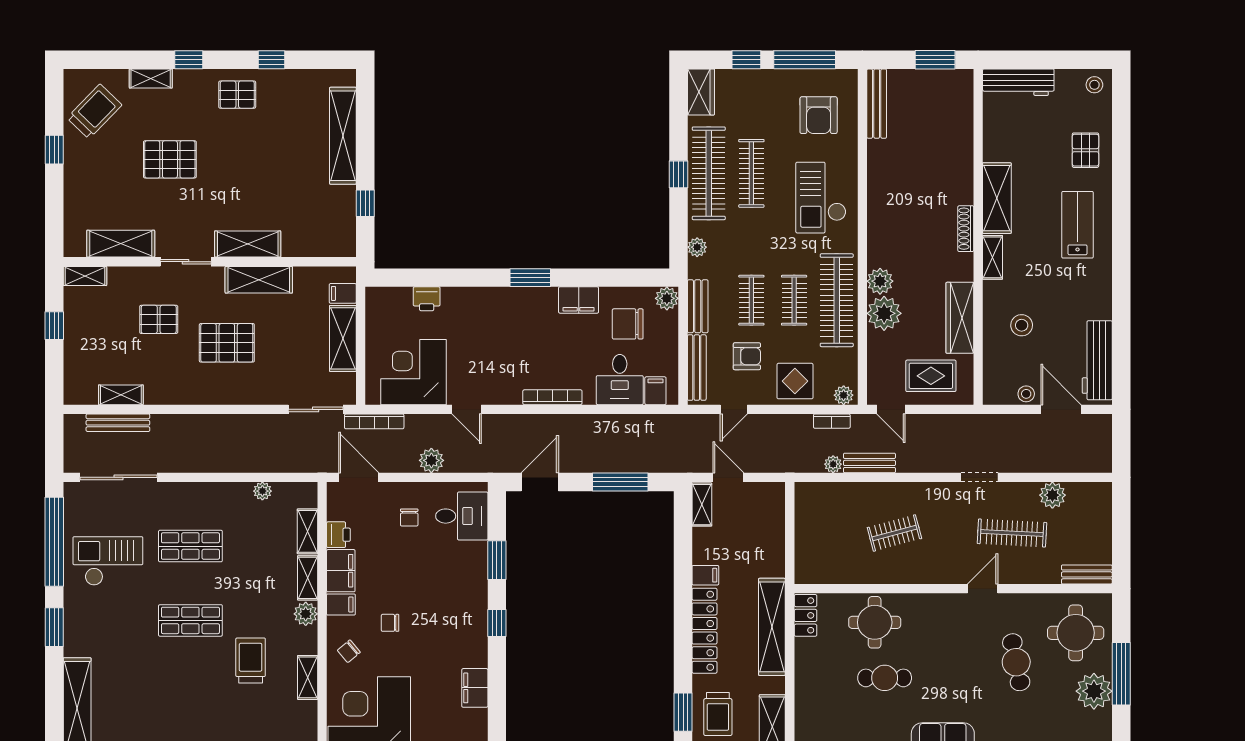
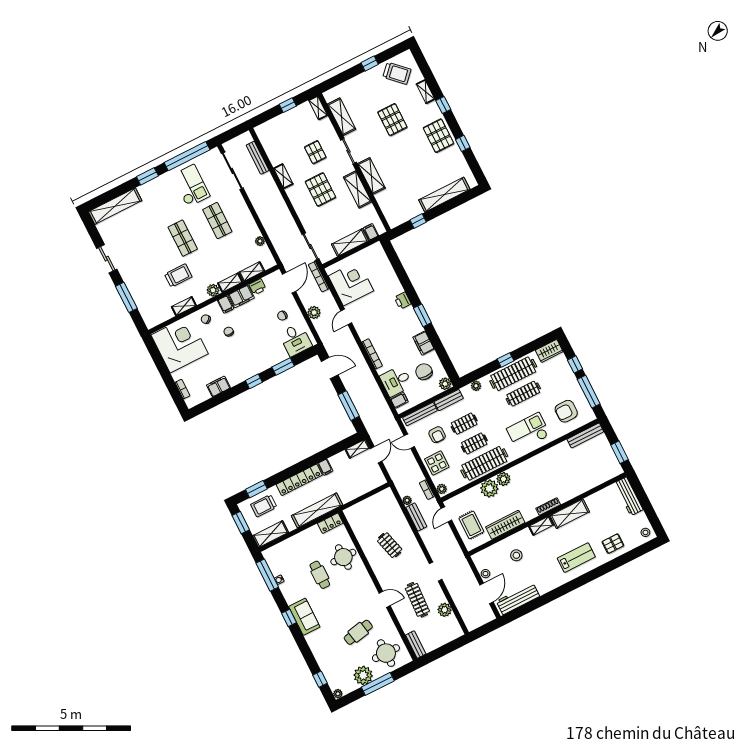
pallet: (237, 95) -> (438, 136), width x1.50, depth x1.42
printer: (427, 299) -> (403, 301), moved
shelving: (121, 395) -> (283, 176), moved

